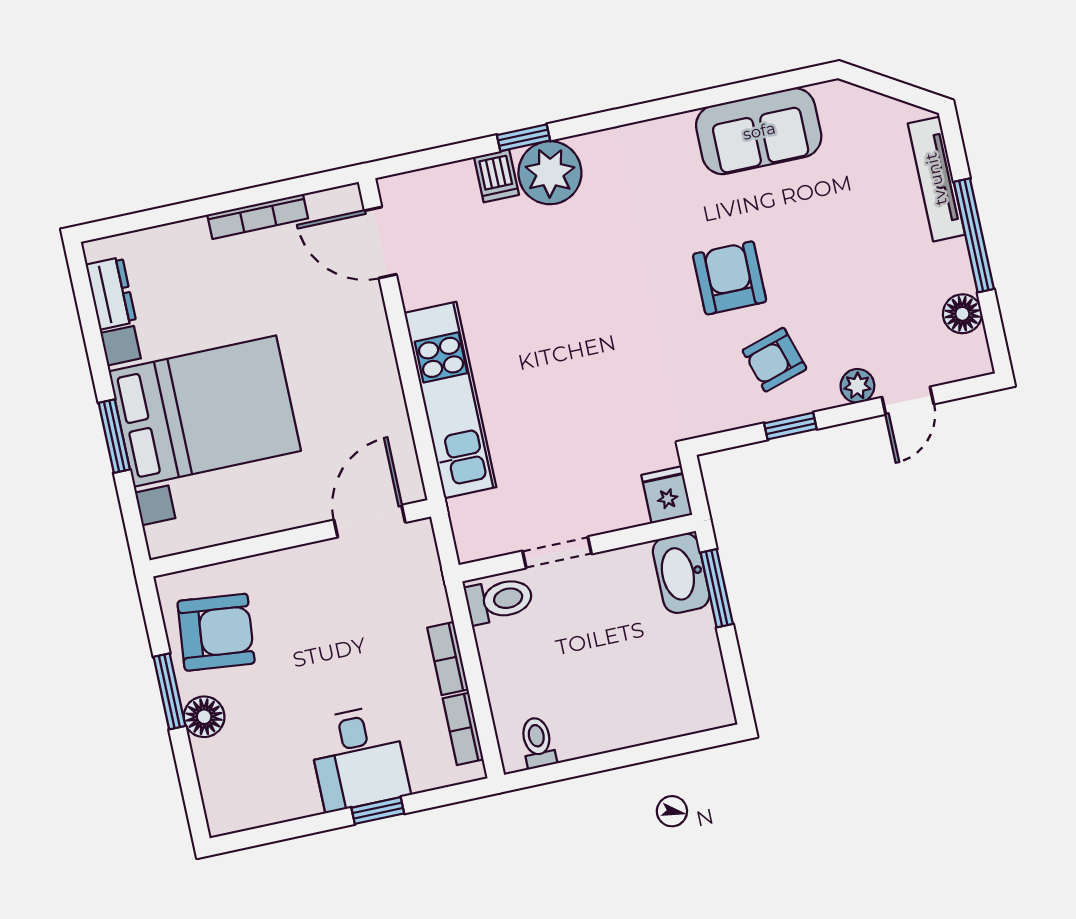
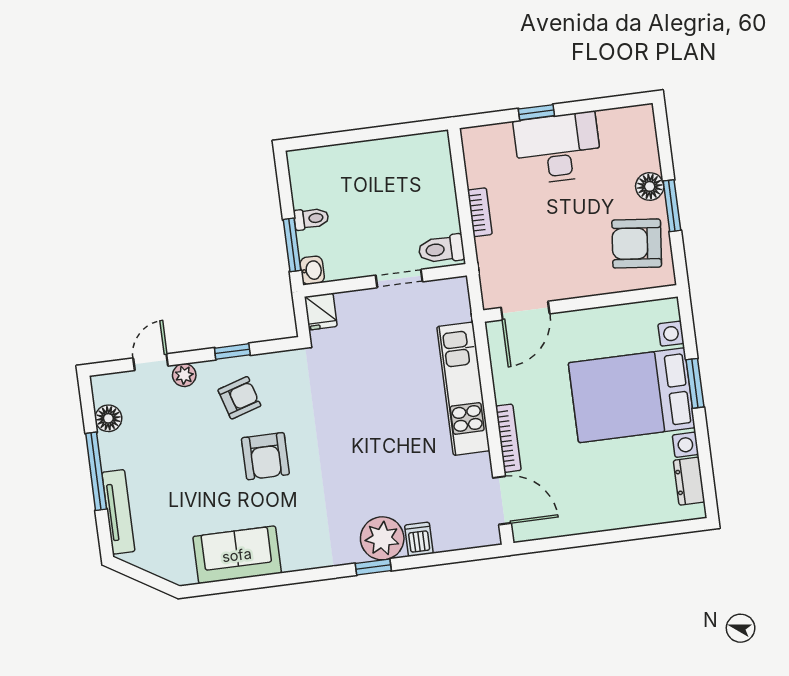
window: (523, 138) -> (373, 567), moved
bookcase: (258, 216) -> (508, 438), moved, turned 90
washbasin: (681, 573) -> (312, 270), width x0.52, depth x0.69
bookcase: (463, 729) -> (473, 163), removed
toilet: (538, 742) -> (311, 219), moved, turned -90
desk: (358, 758) -> (558, 148), width x1.37

